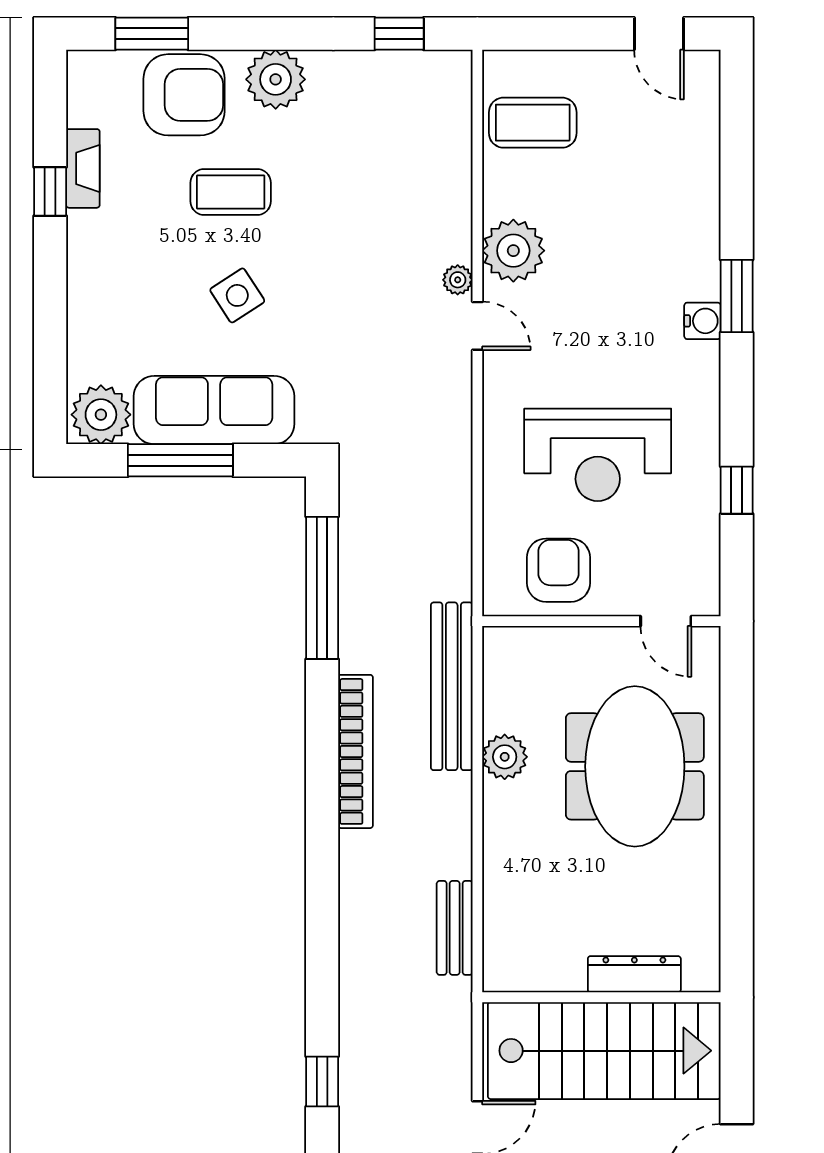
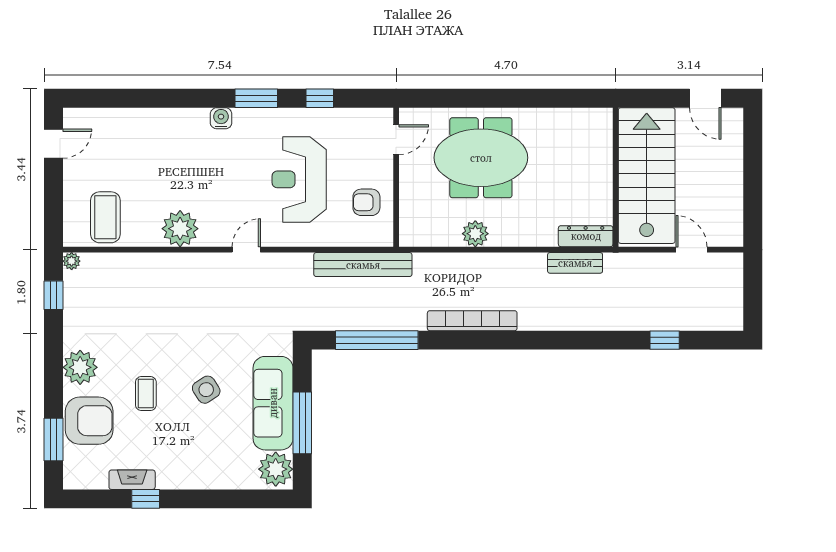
armchair: (184, 95) -> (89, 421), turned 90
coffee table: (231, 192) -> (146, 394), width x0.73, depth x0.77
plant: (458, 280) -> (72, 261), moved
window: (737, 296) -> (256, 98), moved
door: (477, 326) -> (246, 250), moved
reception desk: (598, 455) -> (299, 179), turned 180
armchair: (558, 570) -> (366, 202), width x0.72, depth x0.72
bench: (452, 686) -> (363, 265), moved
dresser: (634, 974) -> (586, 236), moved, turned 90

